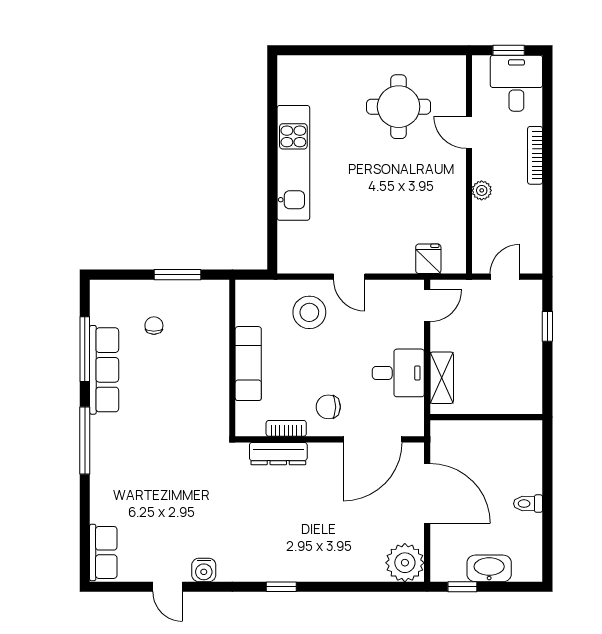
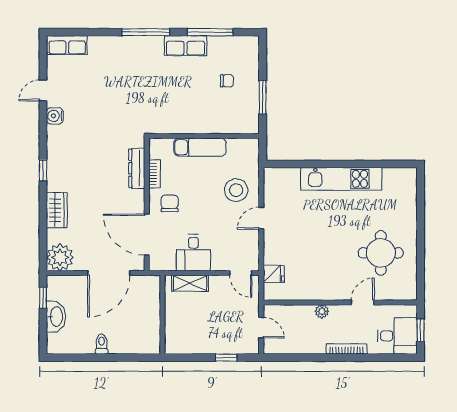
row of seats: (104, 370) -> (186, 46), width x0.68
wardrobe: (338, 567) -> (57, 210), added

